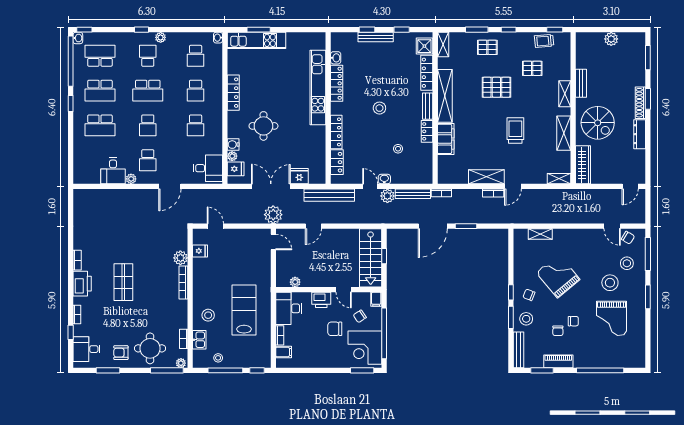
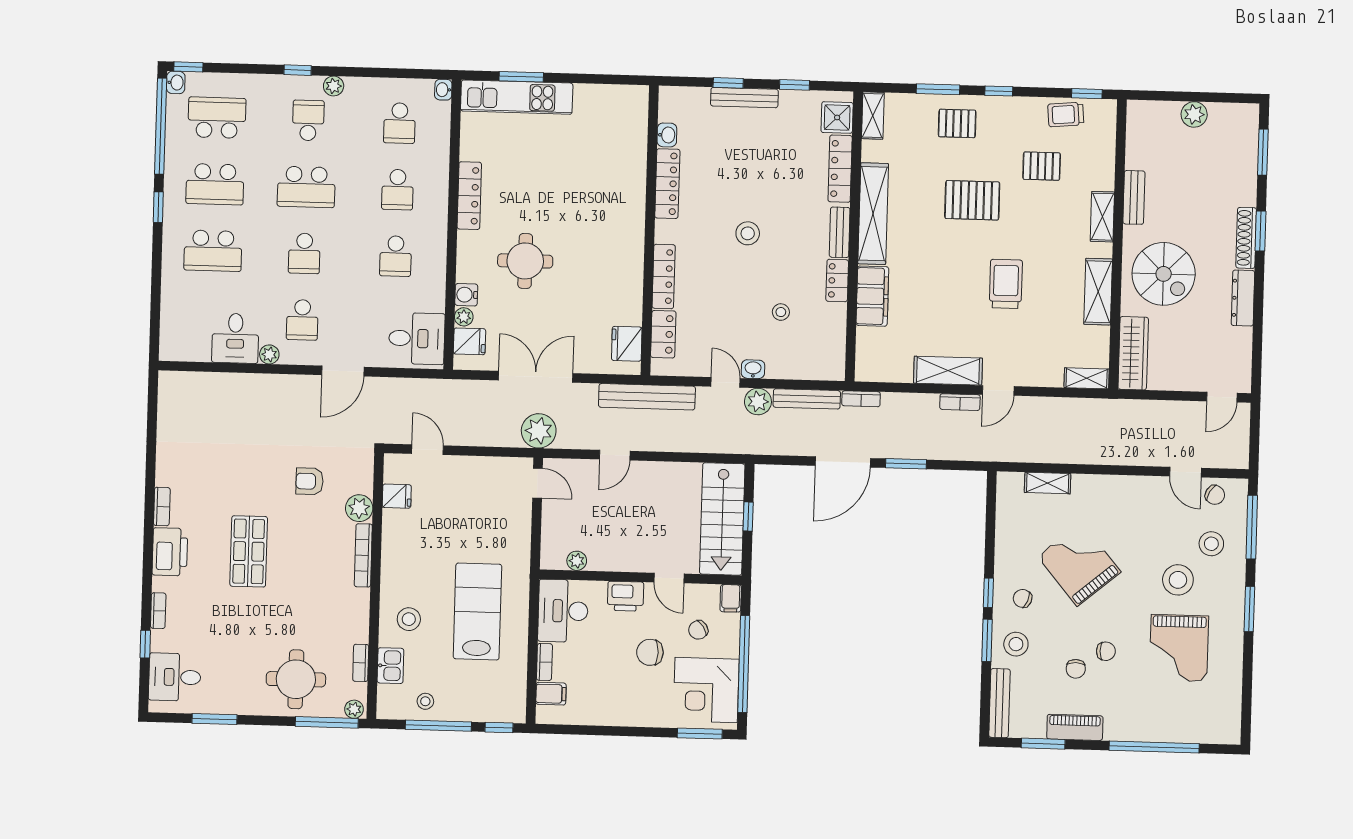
kitchen unit: (318, 87) -> (631, 191), removed
fridge: (299, 176) -> (627, 344), moved, turned -90
armchair: (121, 353) -> (309, 481), moved

